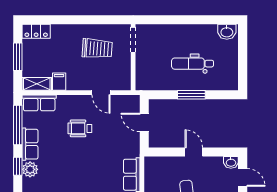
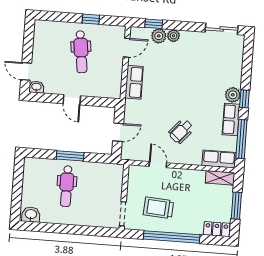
window: (82, 20) -> (172, 237), added
dental chair: (193, 64) -> (67, 186), turned 90
filing cabinet: (59, 82) -> (198, 178), removed
door: (144, 122) -> (118, 132), hinge flipped
wheelchair: (80, 128) -> (181, 131), turned 131

